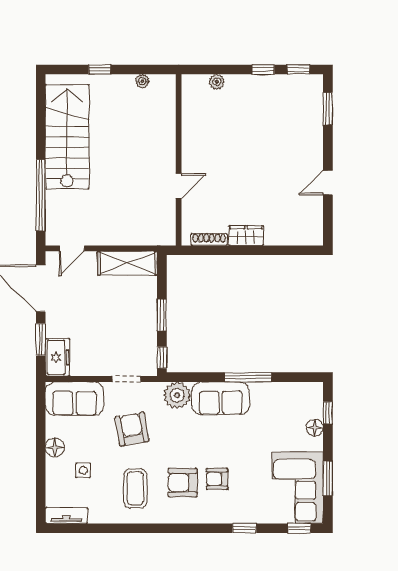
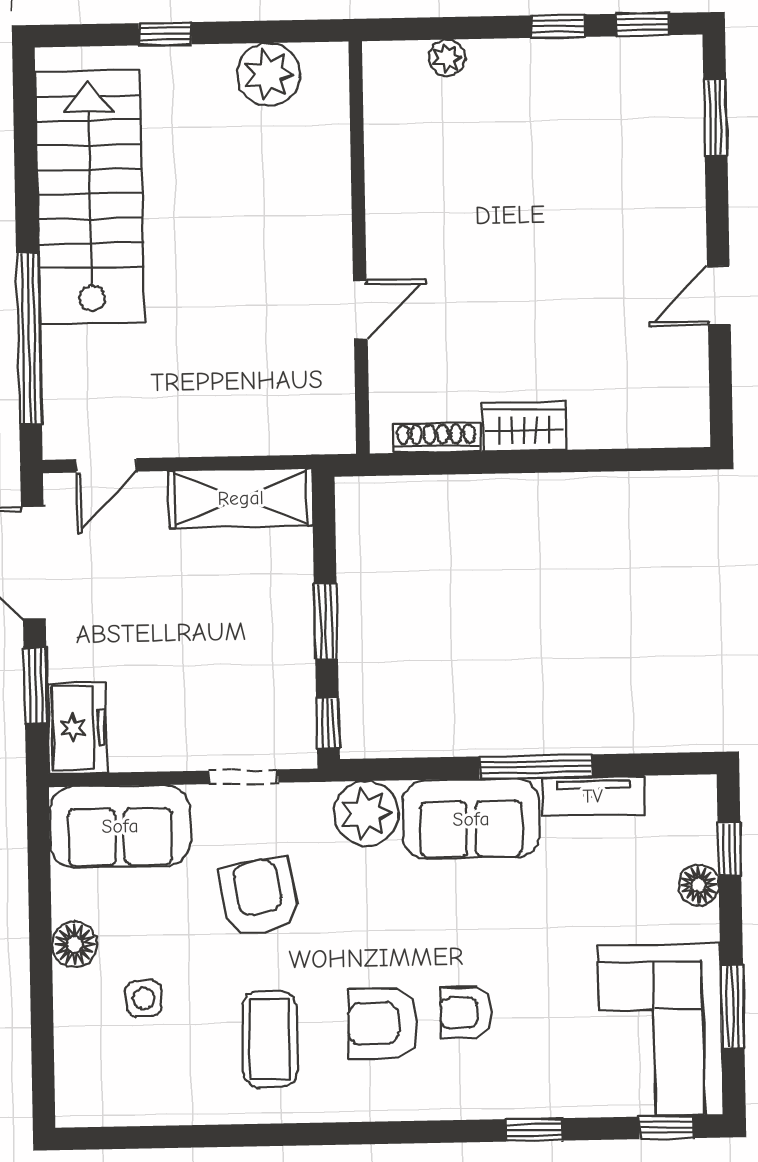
plant: (142, 81) -> (268, 74), width x1.87, depth x1.87
tv unit: (66, 515) -> (593, 796), moved, turned 180

